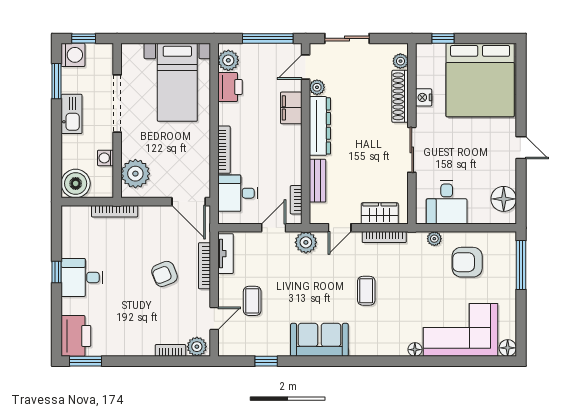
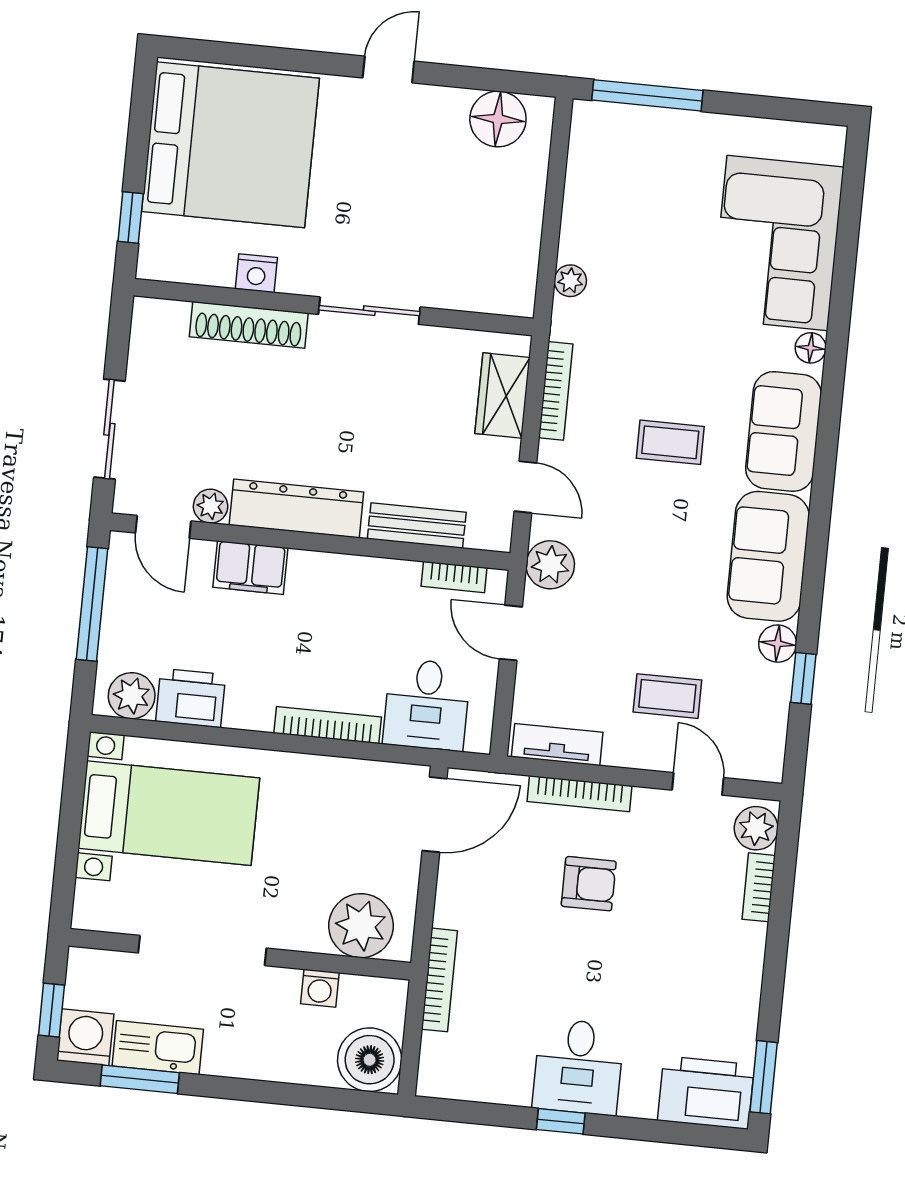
plant: (400, 61) -> (171, 316), removed
kitchen sink: (72, 114) -> (158, 1048), moved
desk: (447, 202) -> (493, 245), removed
armchair: (467, 262) -> (629, 213), removed
armchair: (164, 274) -> (589, 884), turned -68
sofa: (376, 341) -> (783, 431), added
floor lamp: (508, 348) -> (778, 644), moved

